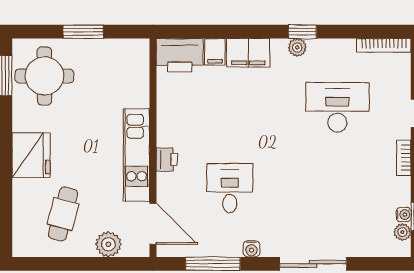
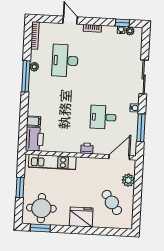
window: (302, 32) -> (26, 76), width x2.17
plant: (297, 47) -> (34, 67), moved
filing cabinet: (248, 53) -> (35, 104), removed
kitchen unit: (136, 155) -> (52, 162), moved
cafe table: (63, 214) -> (112, 202), turned 39

